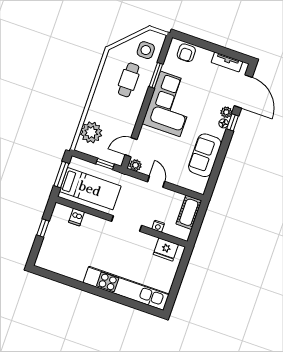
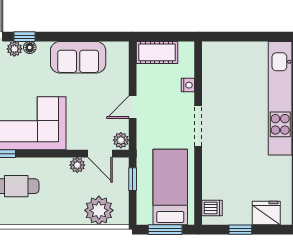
plant: (129, 128) -> (77, 165), added
dishwasher: (77, 217) -> (212, 208), moved
fridge: (166, 249) -> (266, 213), moved, turned -90

